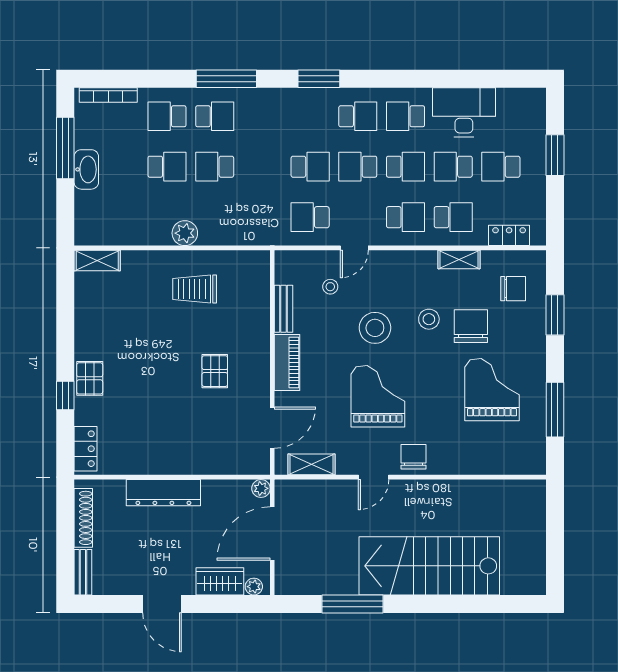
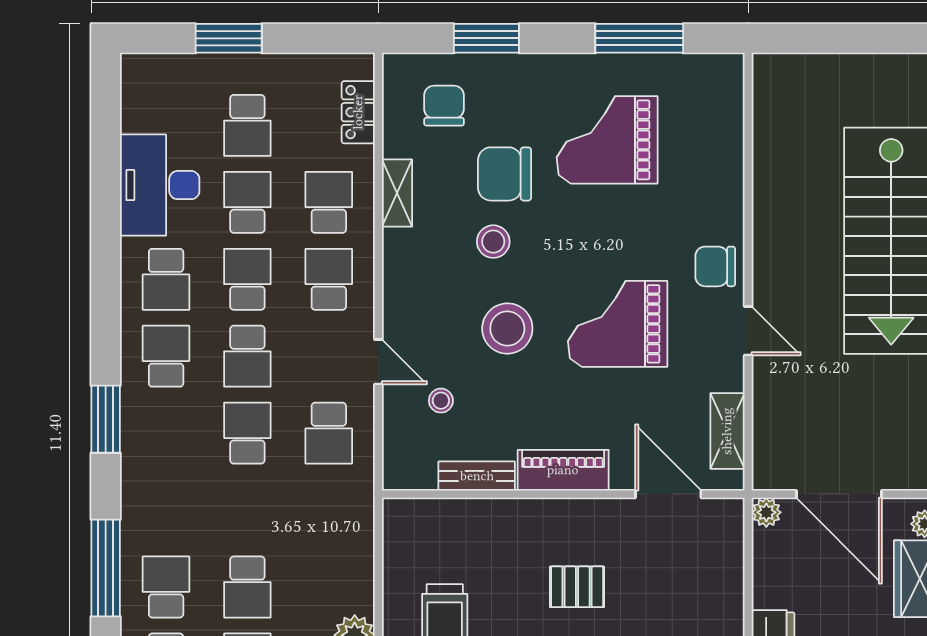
school desk: (453, 167) -> (247, 202), turned 180

